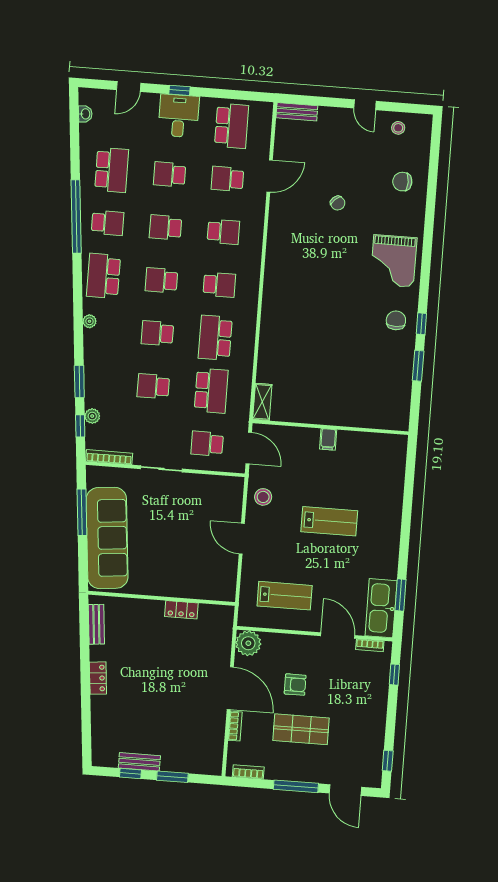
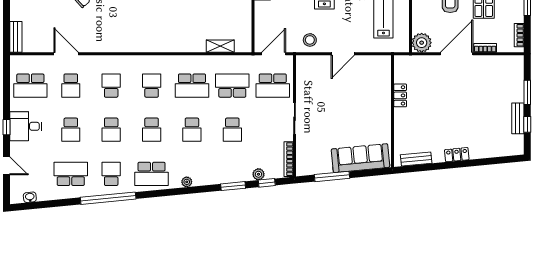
school desk: (232, 126) -> (30, 86), turned 180
shelving: (262, 402) -> (220, 46), moved
school desk: (207, 444) -> (273, 86), width x1.85
sofa: (107, 538) -> (360, 158), width x0.74, depth x0.79

